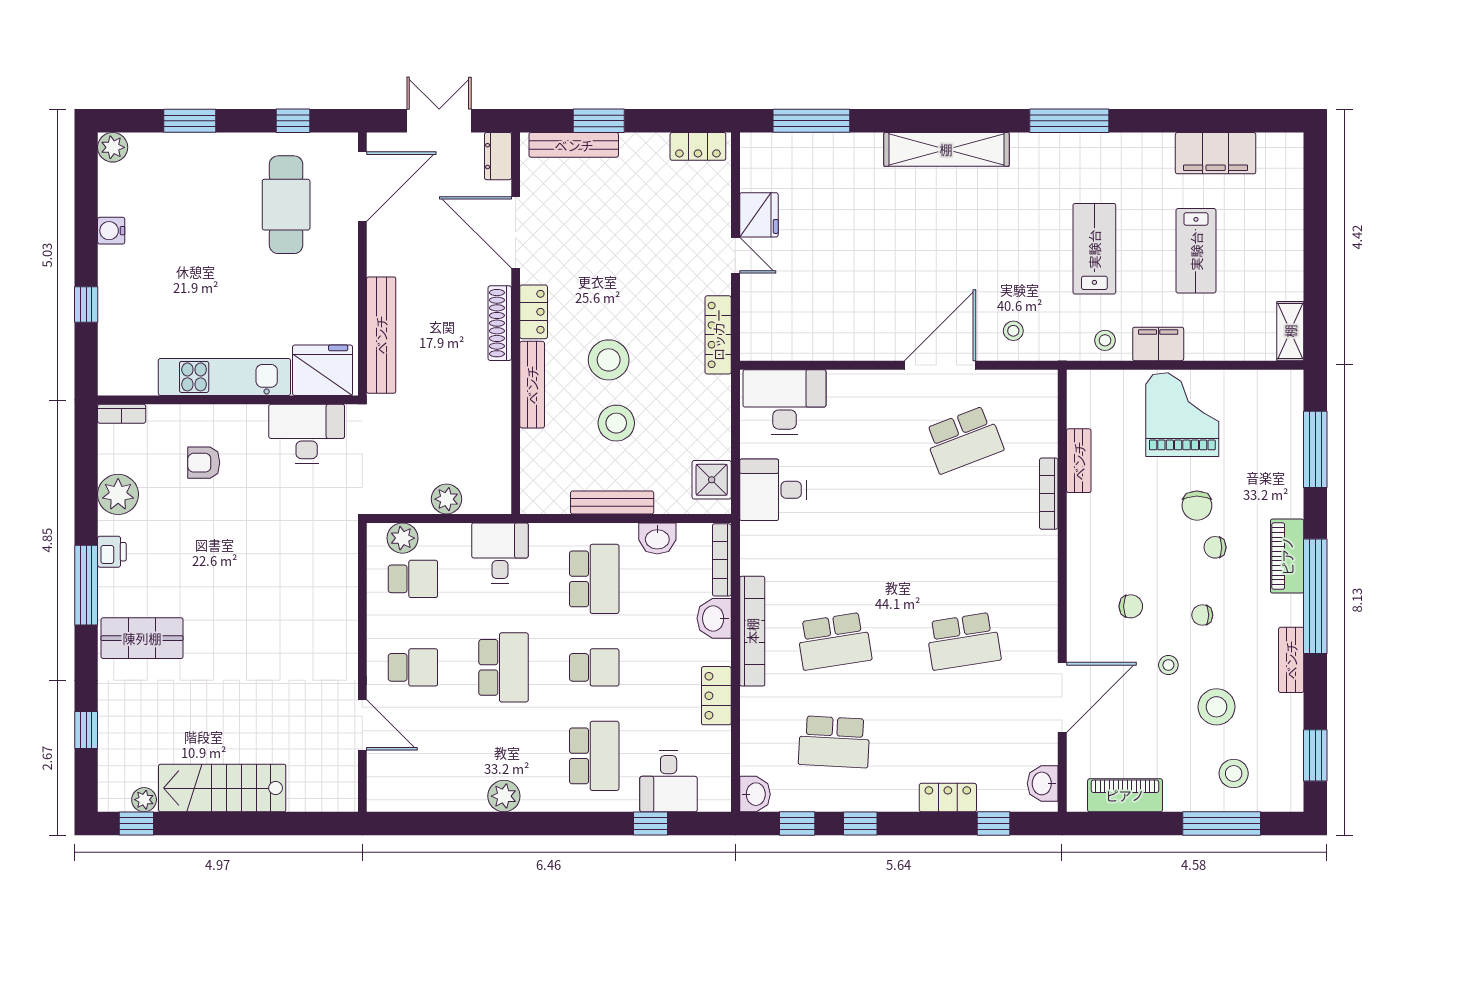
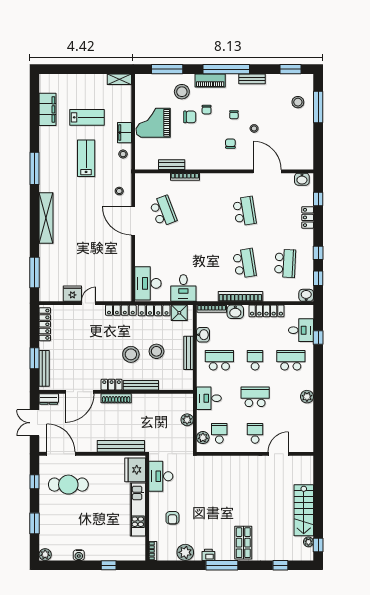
locker: (698, 146) -> (45, 324), width x1.53
lab bench: (1094, 249) -> (86, 158), turned 90
locker: (718, 417) -> (154, 310), added
locker: (716, 696) -> (266, 311), width x1.53
stool: (1217, 707) -> (182, 92), moved
piano: (1125, 795) -> (307, 146), removed

